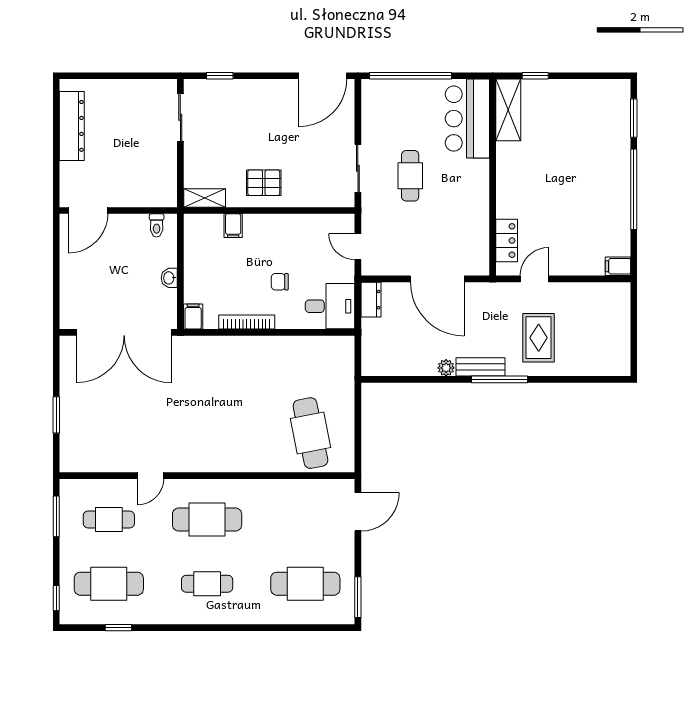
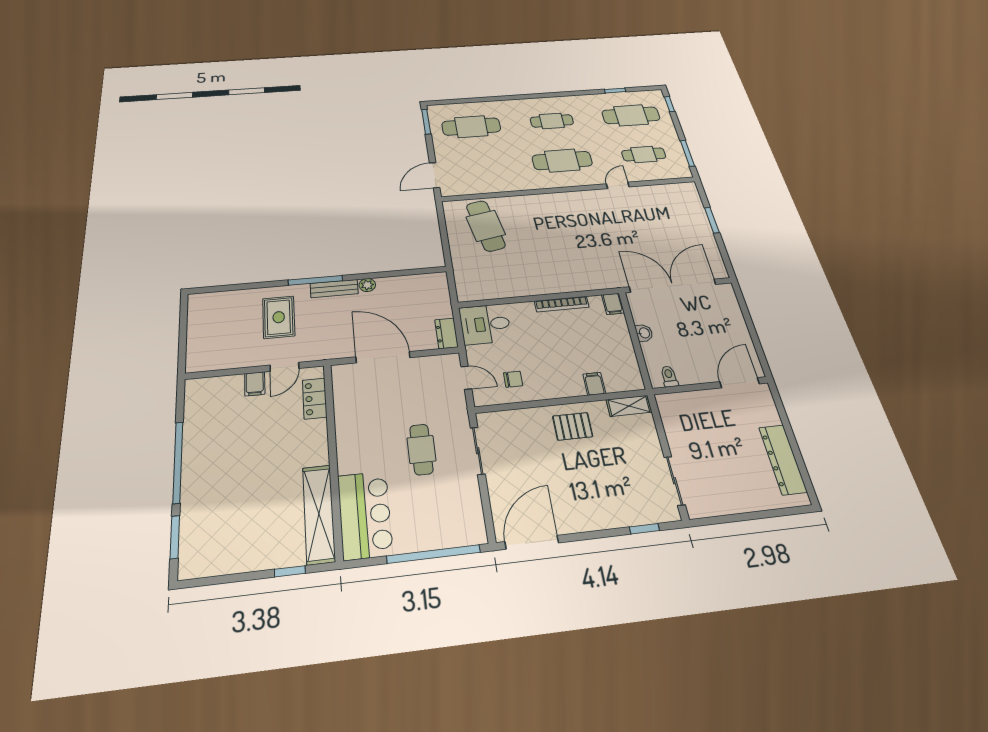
shelving: (508, 110) -> (319, 514), width x1.47
filing cabinet: (618, 266) -> (255, 384), moved, turned 90
chair: (280, 282) -> (513, 379), moved

